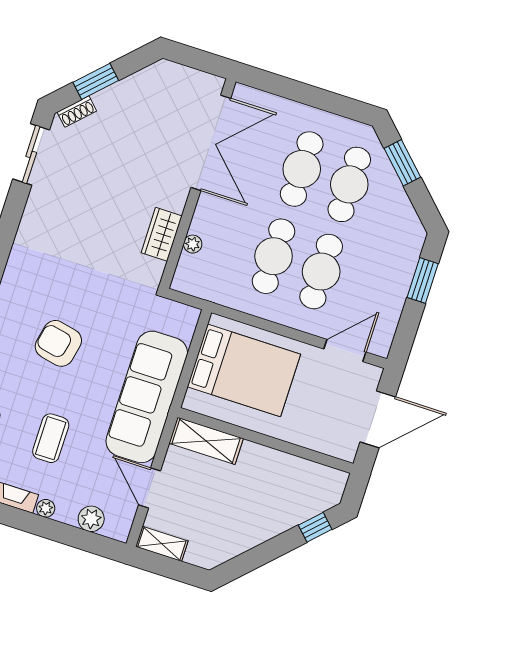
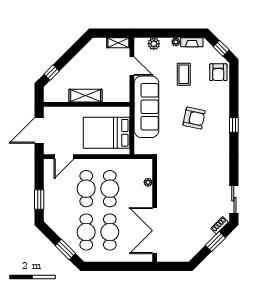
wardrobe: (162, 234) -> (163, 182), removed
shelving: (206, 441) -> (86, 96), moved

